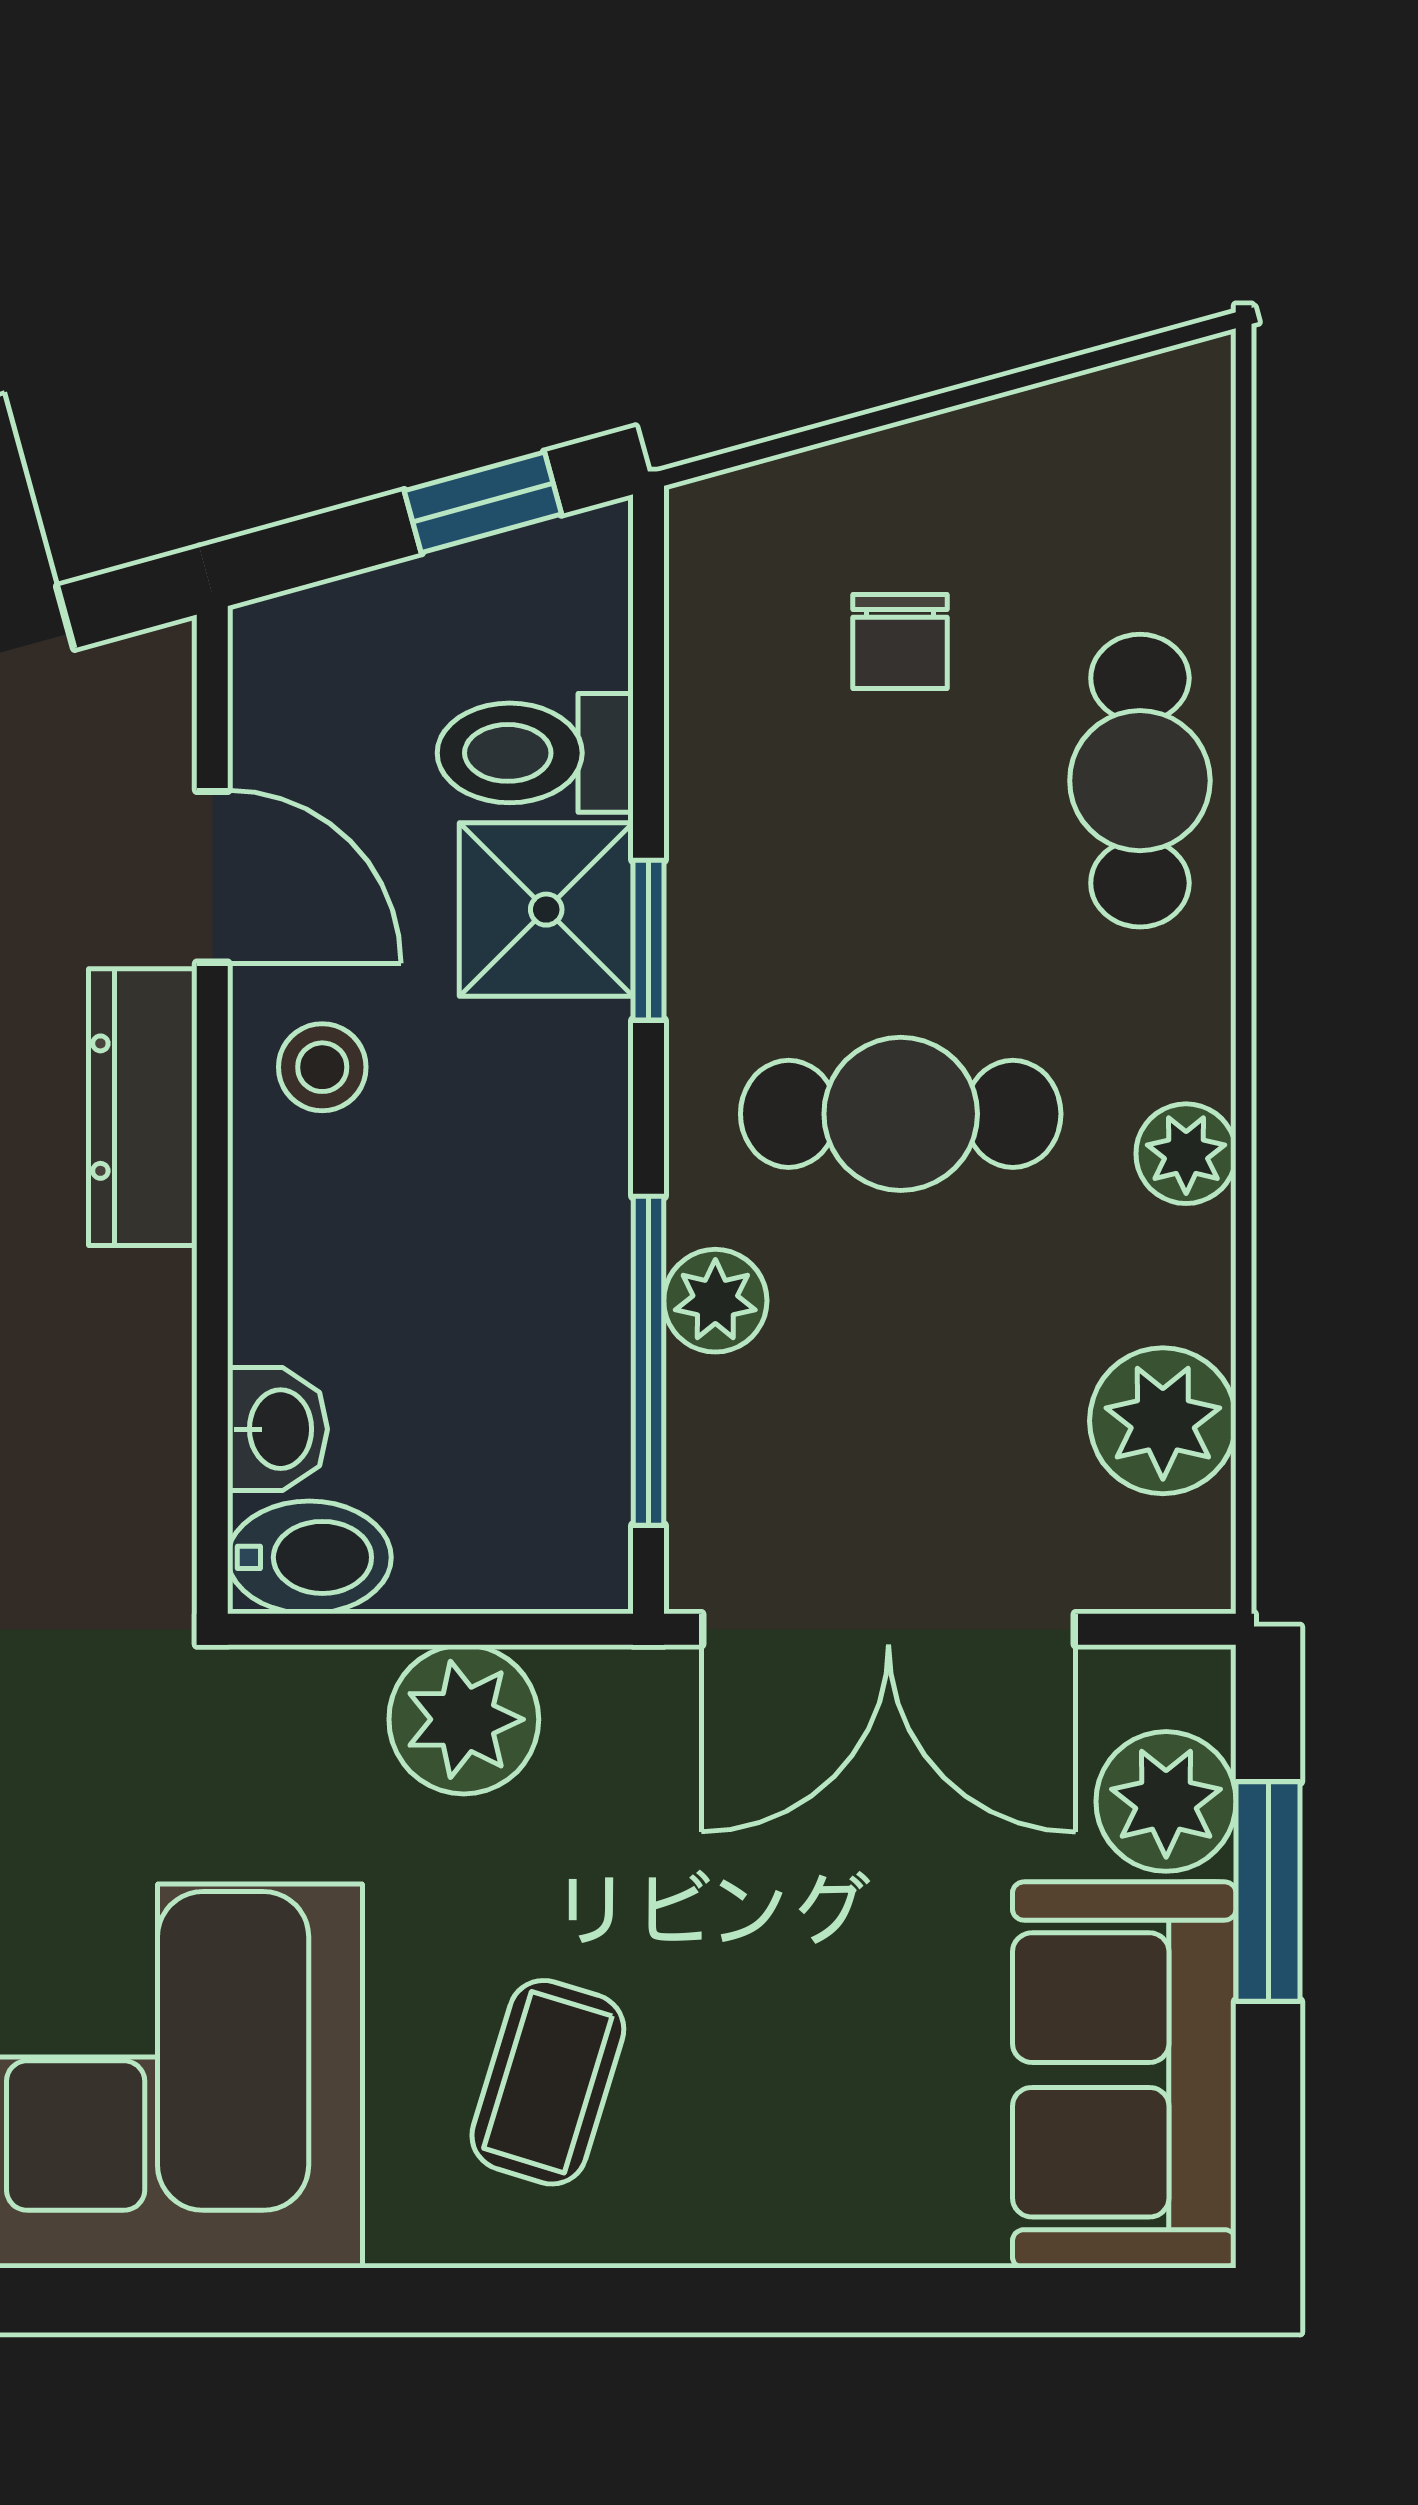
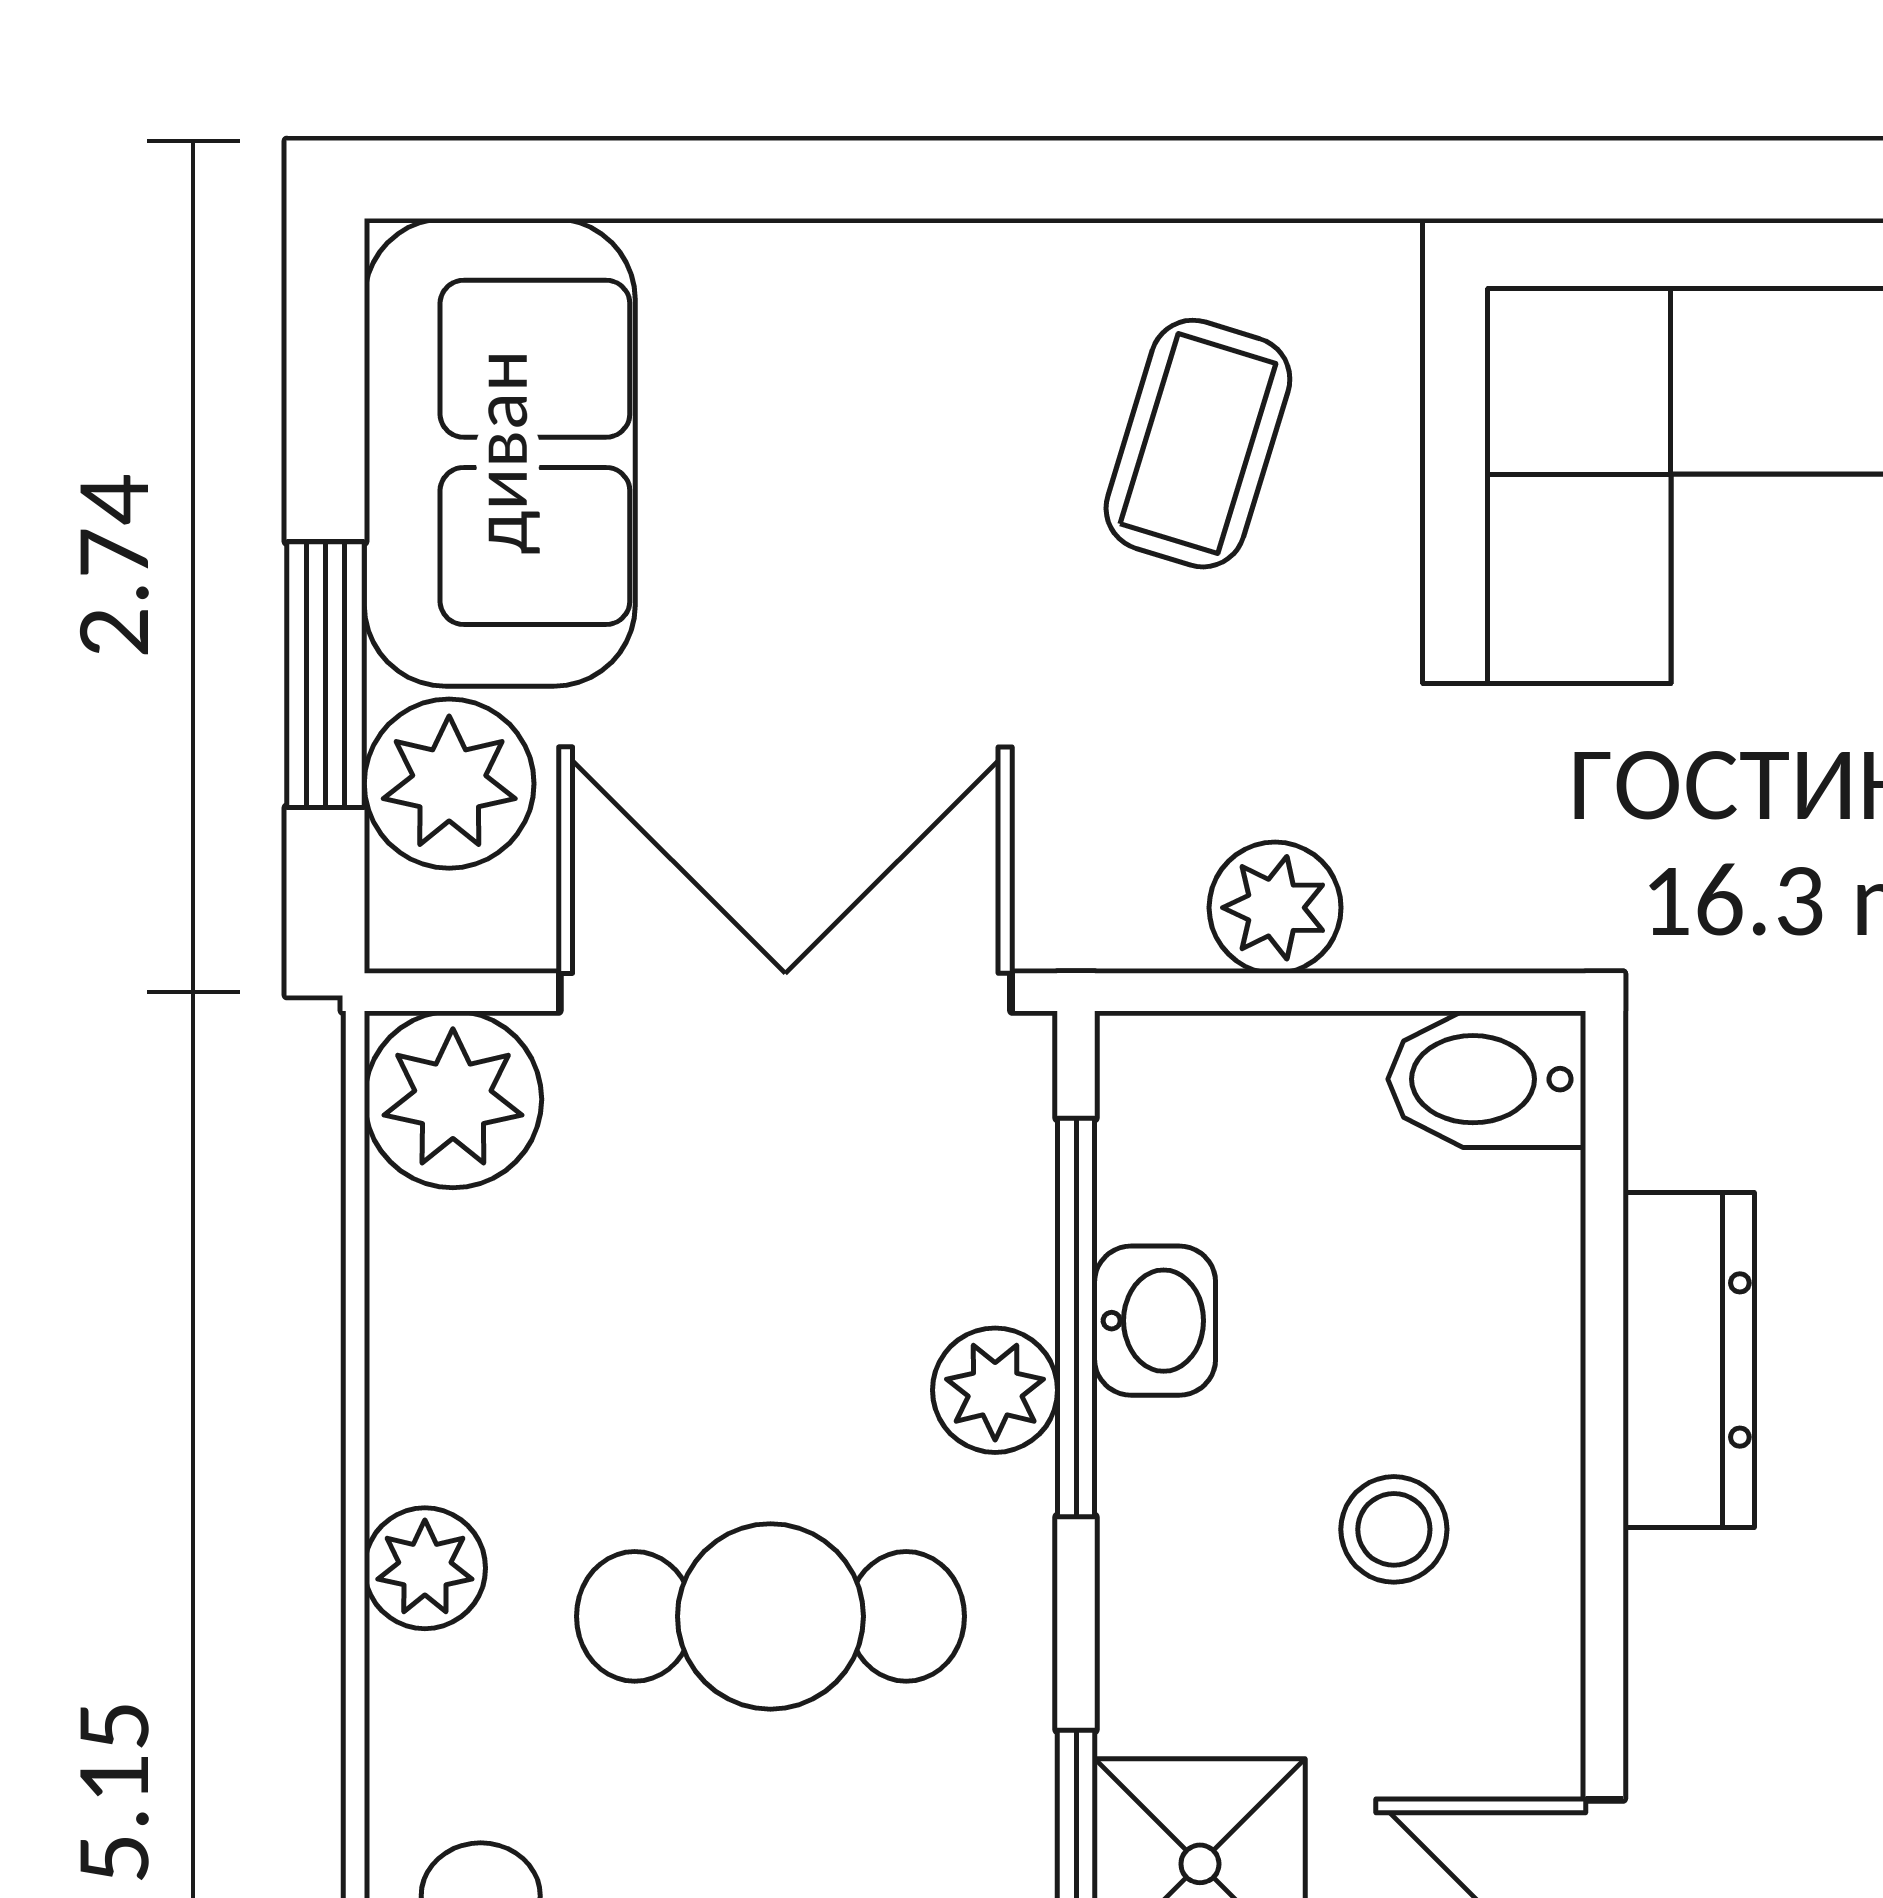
stool: (322, 1067) -> (1394, 1529), moved
dresser: (143, 1107) -> (1689, 1360), moved
plant: (1163, 1421) -> (453, 1099), moved
washbasin: (278, 1429) -> (1155, 1321), moved, turned 180
plant: (464, 1719) -> (1275, 908), width x0.73, depth x0.73

